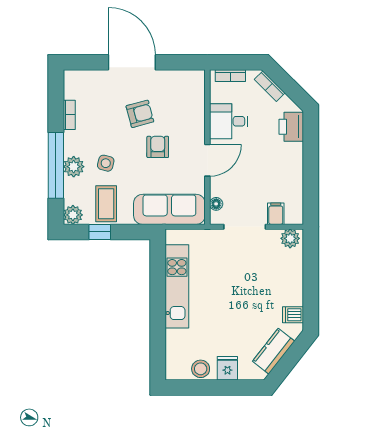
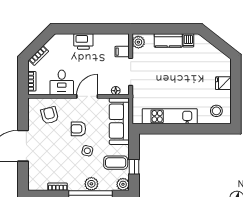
armchair: (140, 114) -> (50, 115), moved
printer: (291, 127) -> (83, 41), moved
door: (207, 160) -> (87, 96), hinge flipped
side table: (106, 163) -> (87, 151), moved
kitchen counter: (274, 351) -> (168, 40), moved, turned -38
stool: (201, 369) -> (216, 111), moved

